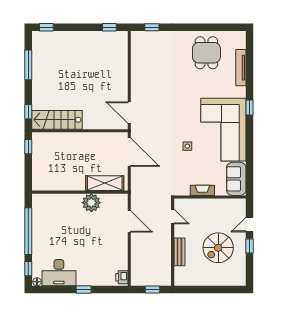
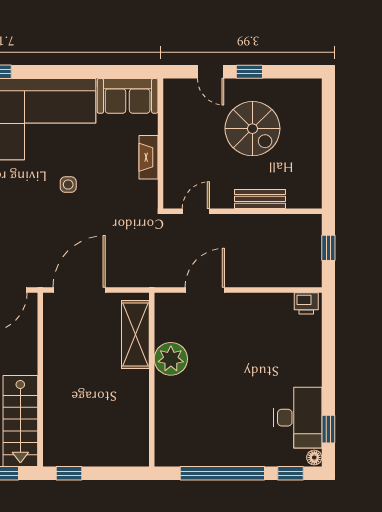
window: (84, 289) -> (328, 429), moved

